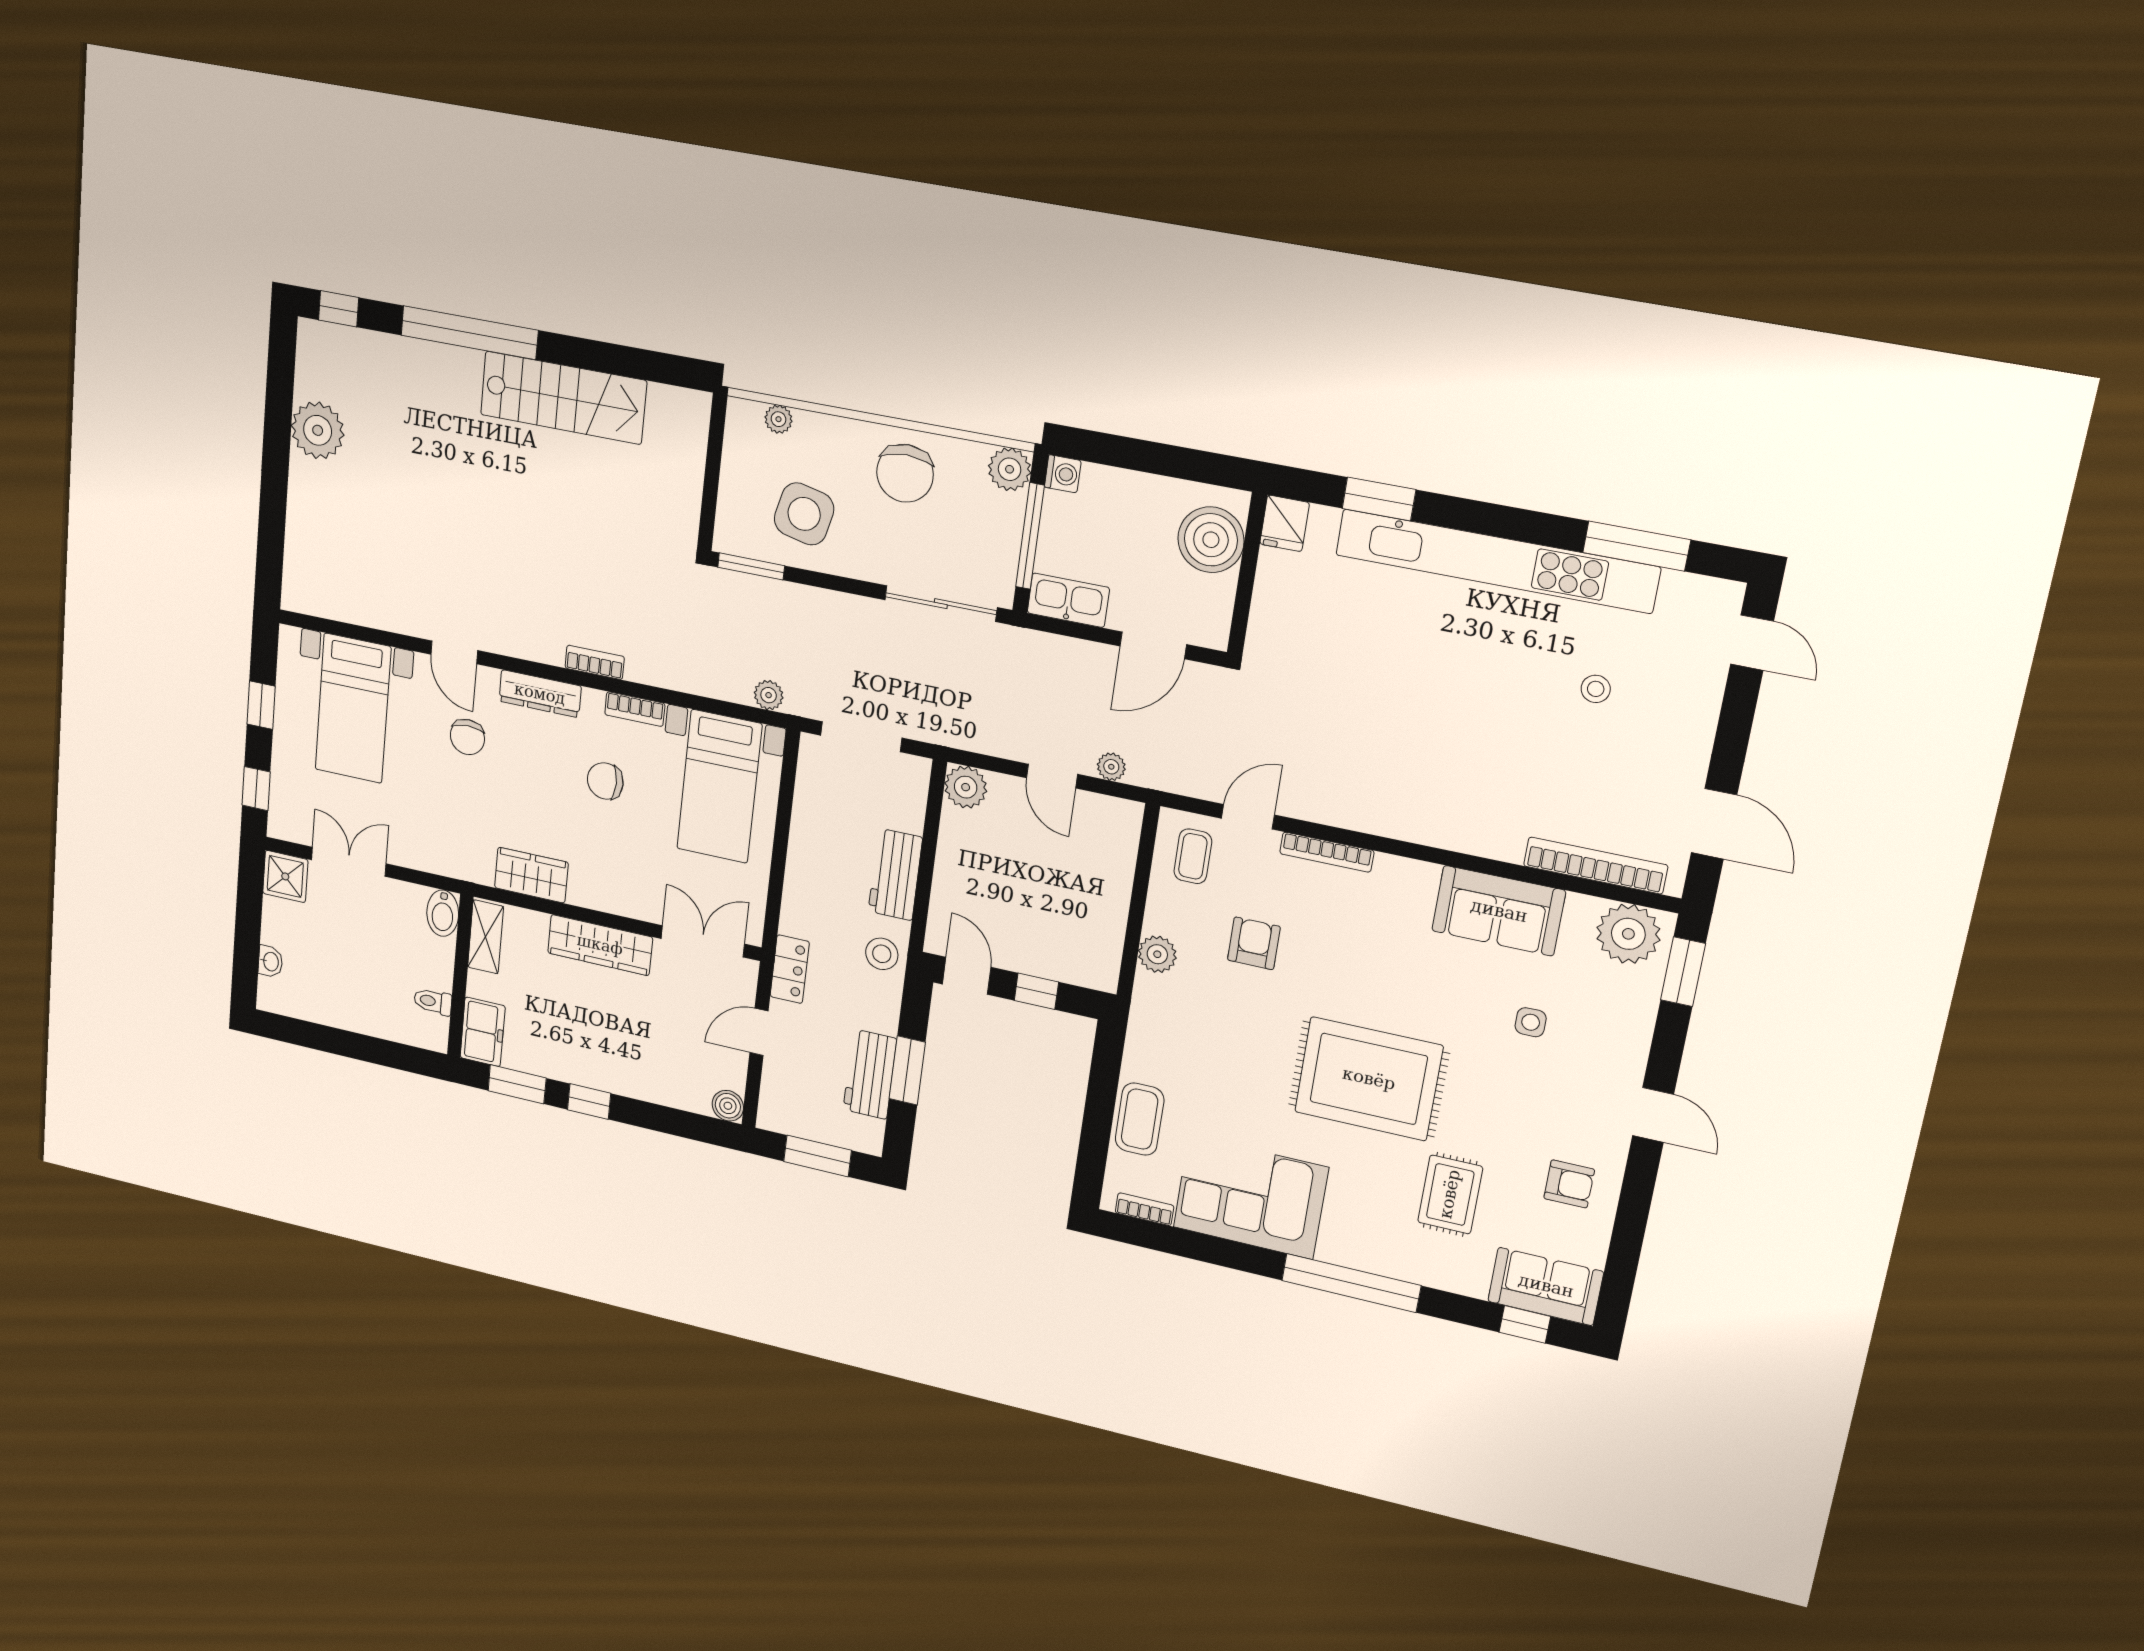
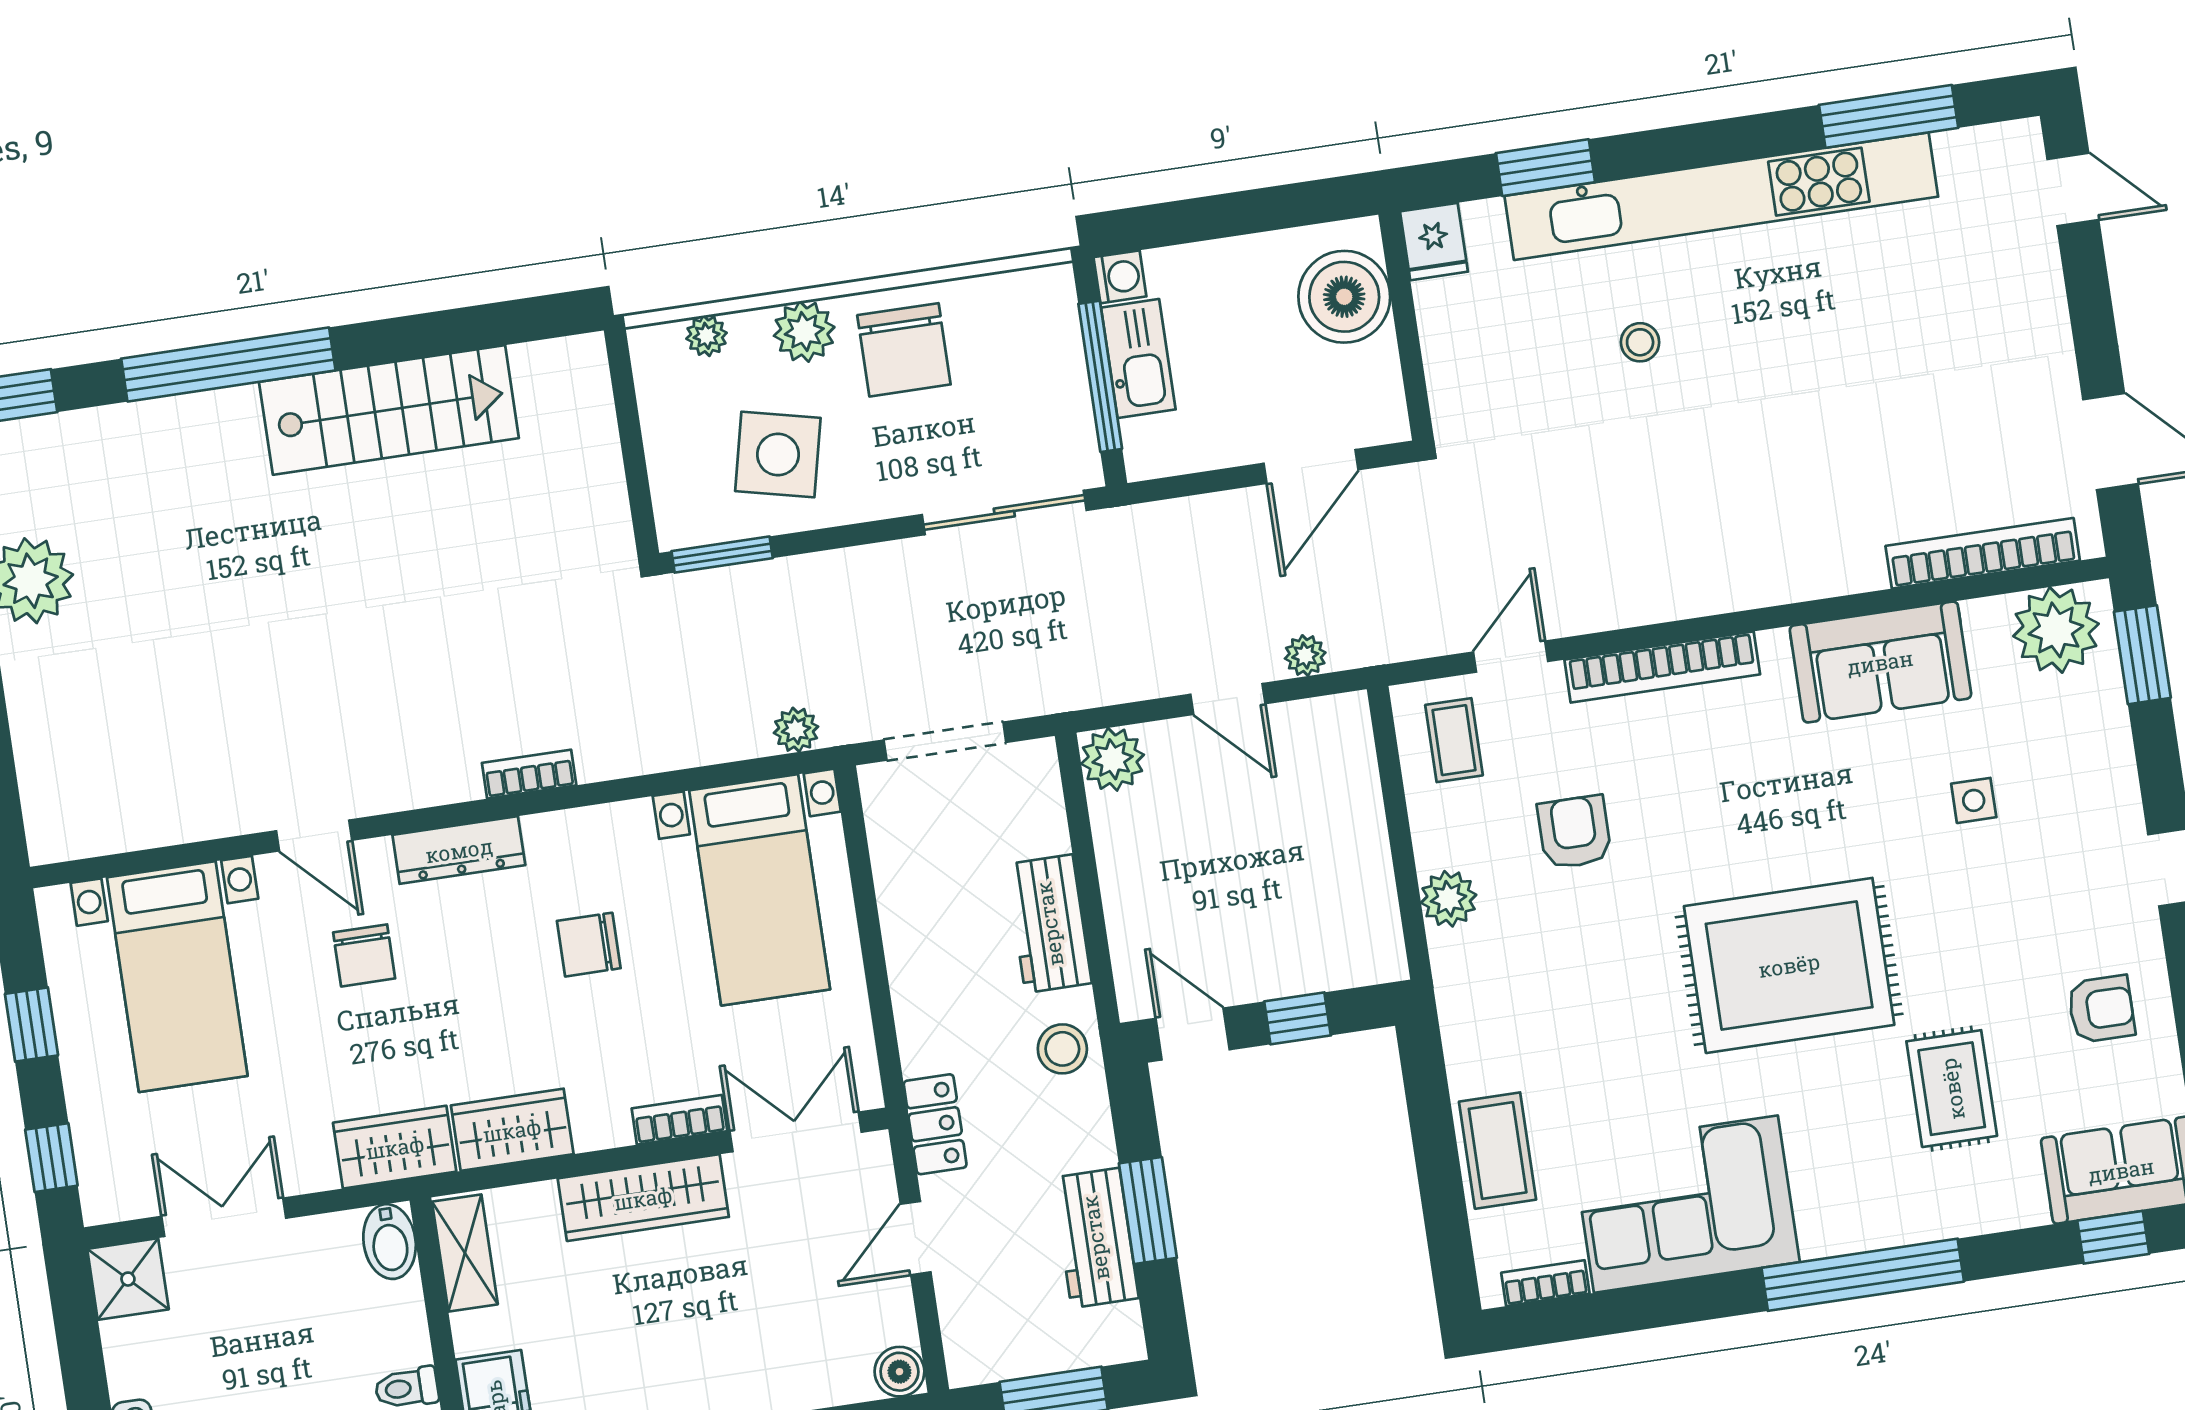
plant: (1010, 469) -> (804, 331), moved
kitchen sink: (1068, 600) -> (1138, 359), moved, turned 90
stool: (1596, 689) -> (1640, 342), moved
bookcase: (635, 709) -> (679, 1120), moved, turned 180
bookcase: (1327, 852) -> (1662, 667), width x1.48, depth x1.31
wardrobe: (459, 859) -> (395, 1147), added

